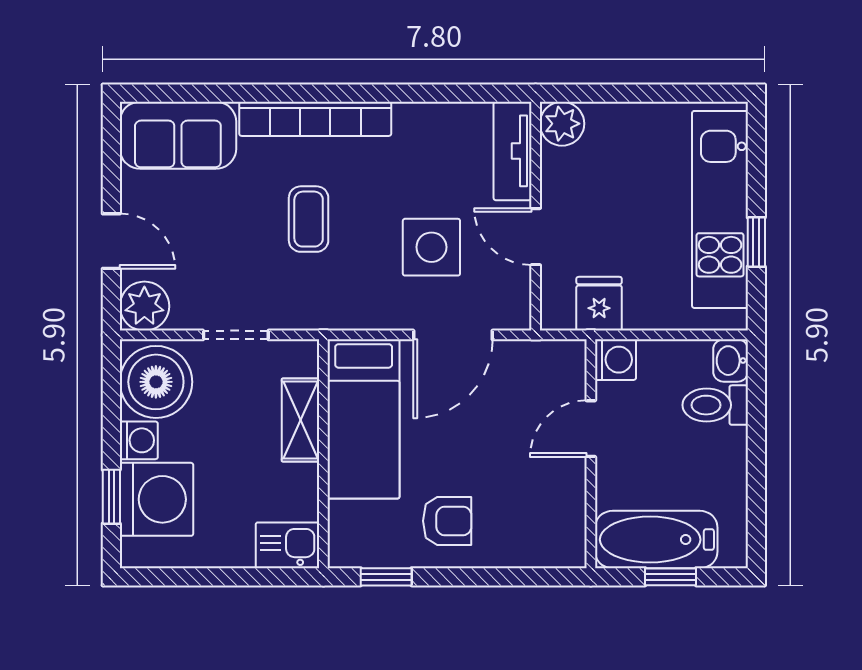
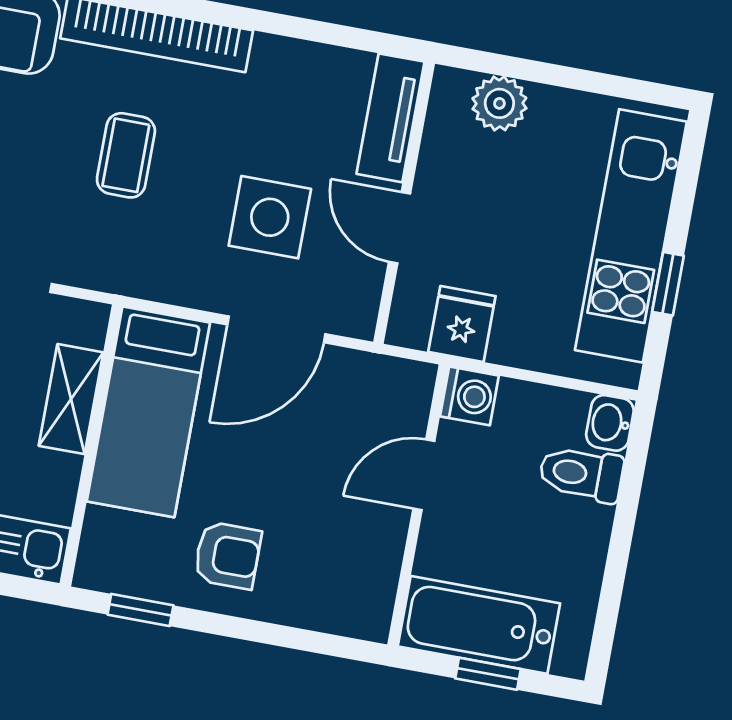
plant: (562, 124) -> (499, 103), moved

